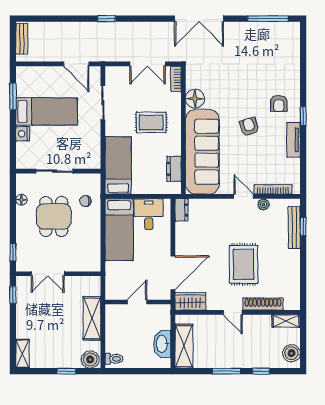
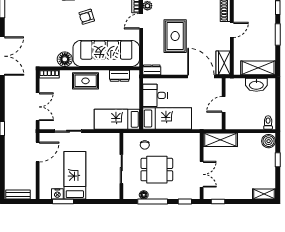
double door: (148, 64) -> (38, 107), moved
rug: (151, 122) -> (86, 81), moved, turned 90
nightstand: (23, 134) -> (57, 194), moved
window: (13, 211) -> (153, 201), added
rug: (244, 264) -> (175, 36), moved, turned 90
door: (137, 302) -> (224, 104), hinge flipped
shelving: (92, 318) -> (220, 140), moved

